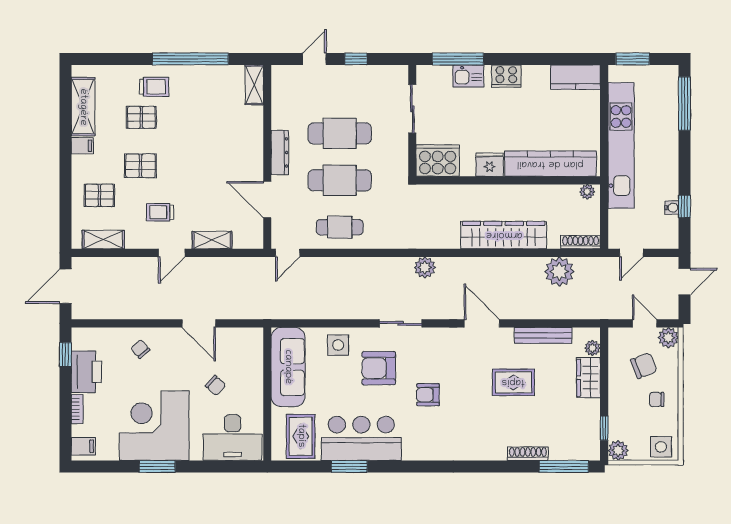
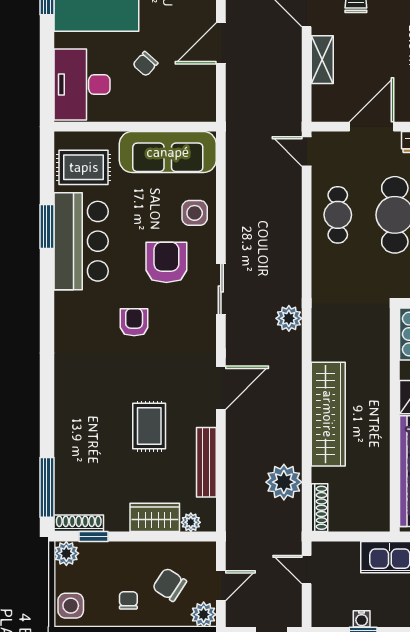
plant: (587, 192) -> (381, 516), removed
chair: (644, 366) -> (169, 585), turned 144
shoe rack: (528, 454) -> (79, 523), moved, turned -90

